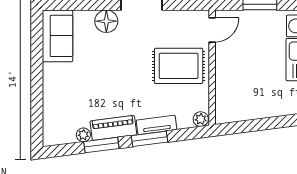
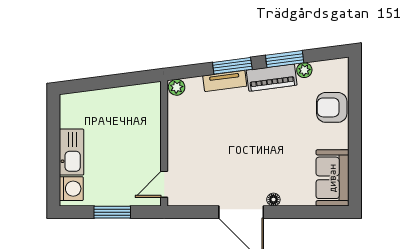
floor lamp: (106, 21) -> (273, 200), width x0.53, depth x0.53
rug: (179, 66) -> (201, 145), removed
armchair: (58, 101) -> (332, 107), added

